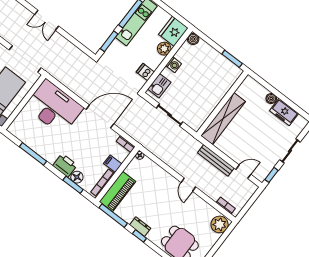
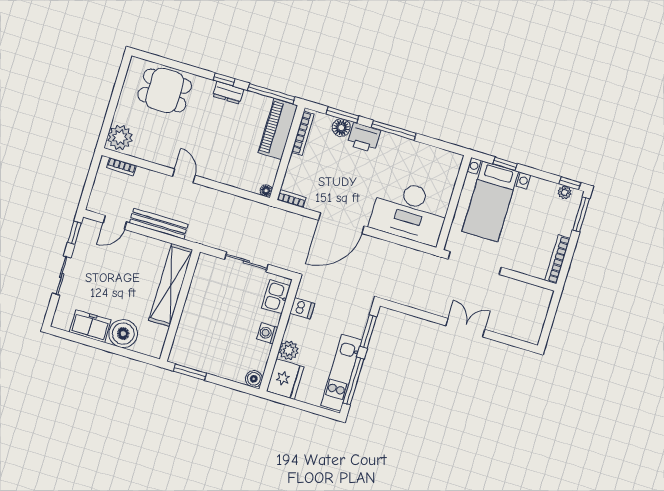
boiler: (271, 98) -> (123, 334), width x1.86, depth x1.86
window: (33, 154) -> (394, 130), moved
filing cabinet: (113, 164) -> (299, 165), removed

